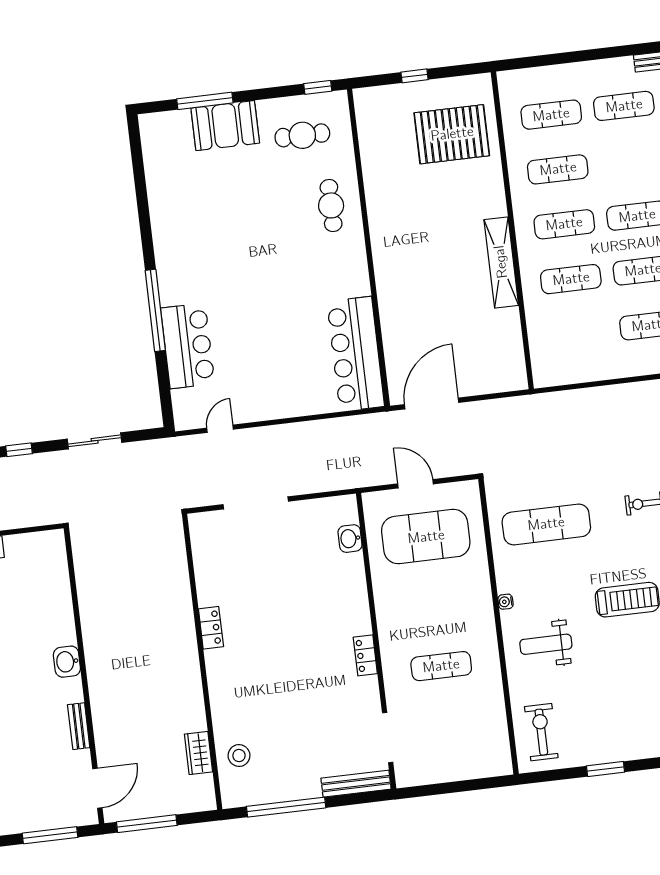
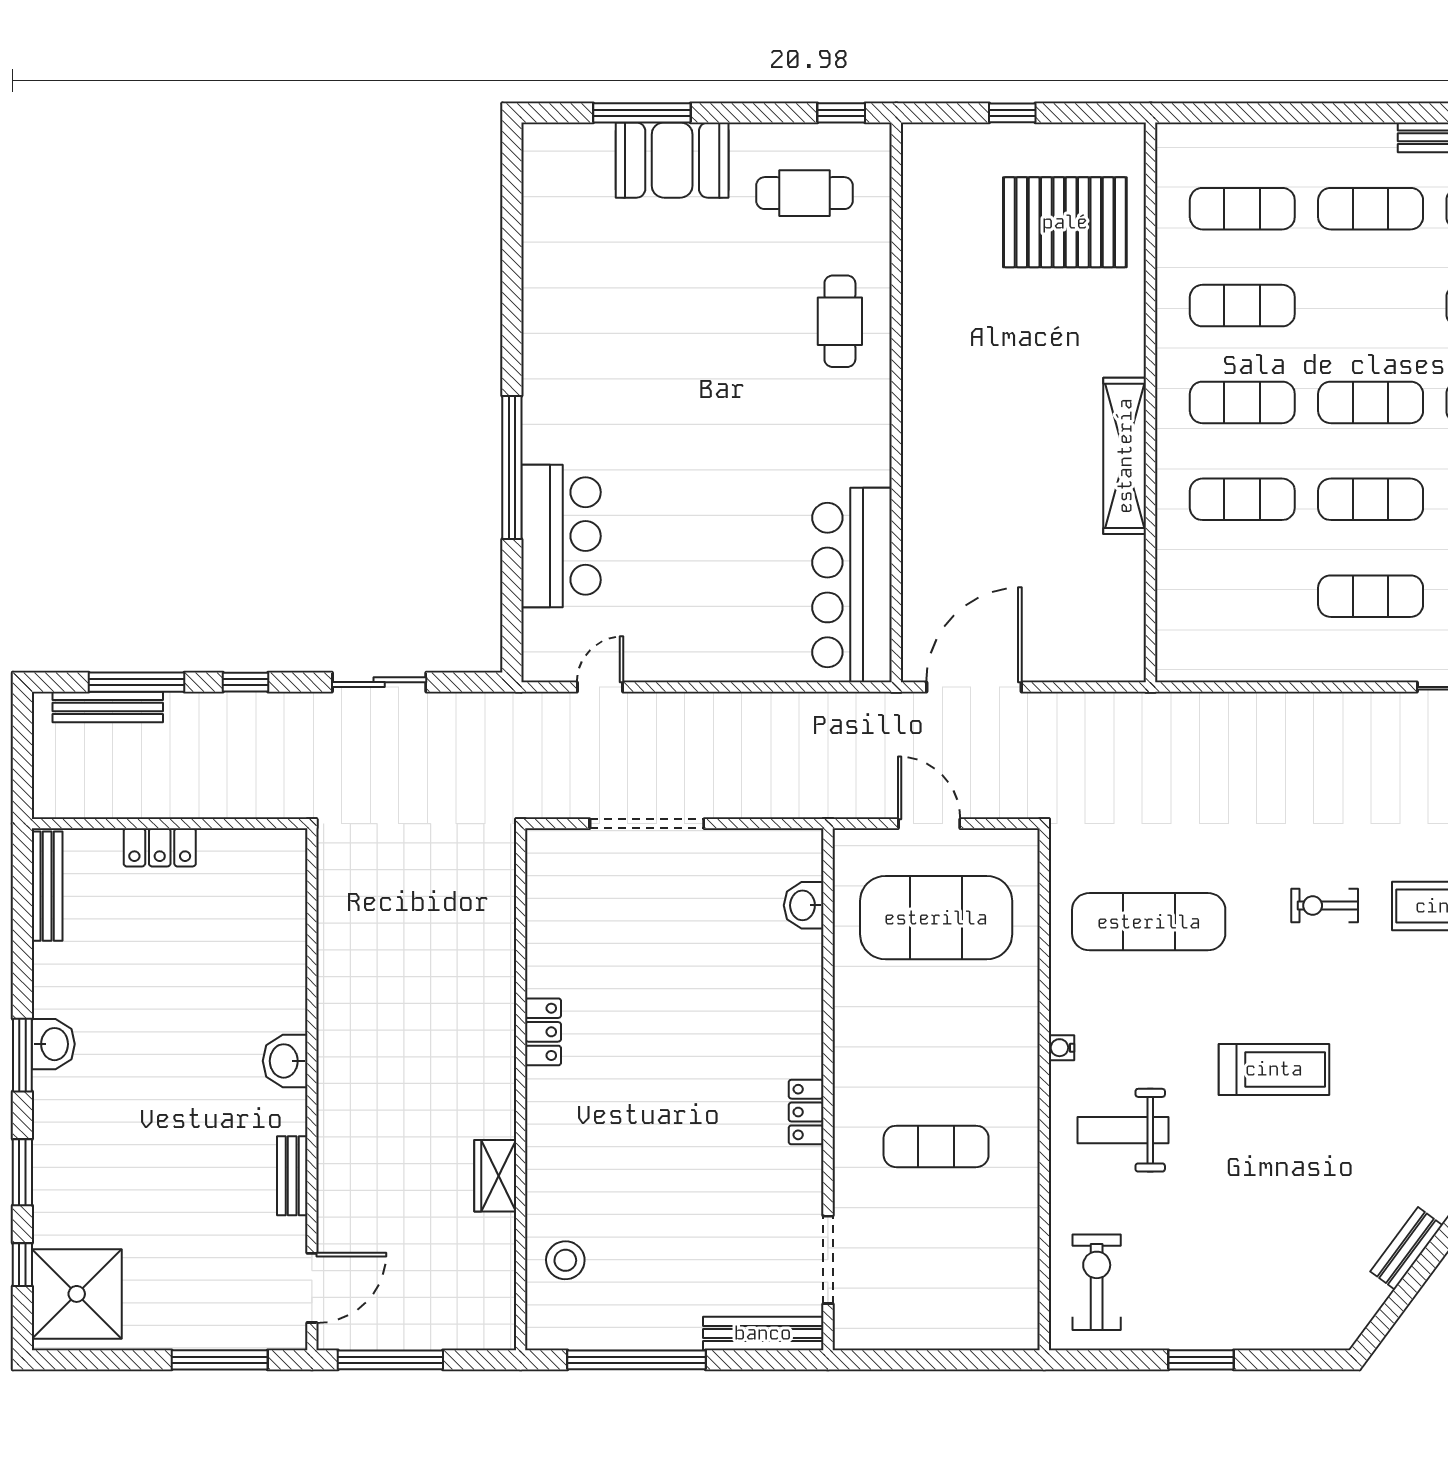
wardrobe: (198, 753) -> (495, 1176), moved

